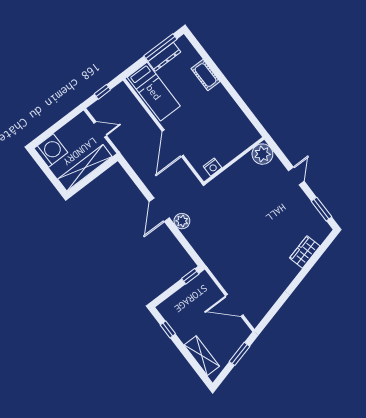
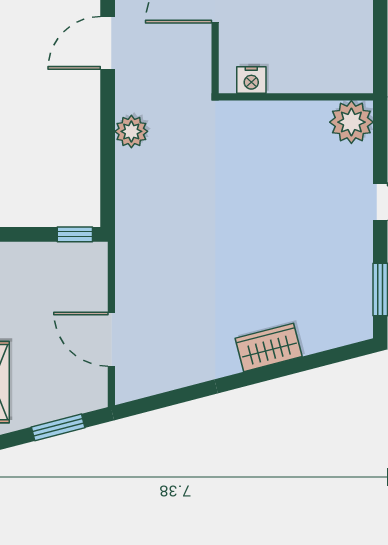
door: (159, 210) -> (108, 43), moved
wardrobe: (305, 252) -> (269, 347), moved

